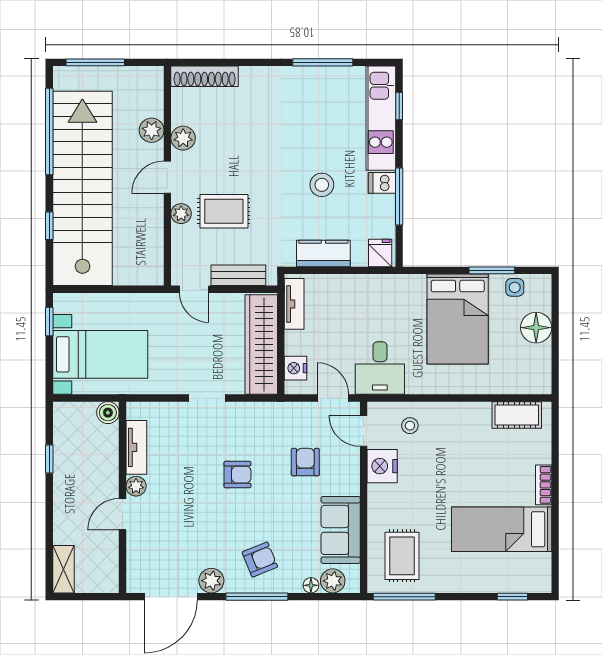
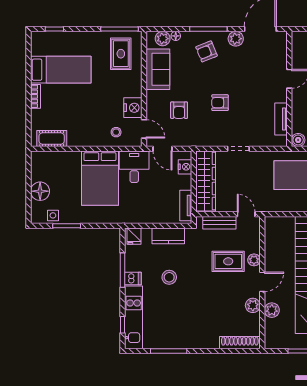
bed: (458, 319) -> (100, 178), moved, turned 180
plant: (136, 486) -> (281, 96), removed

